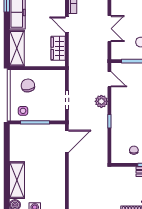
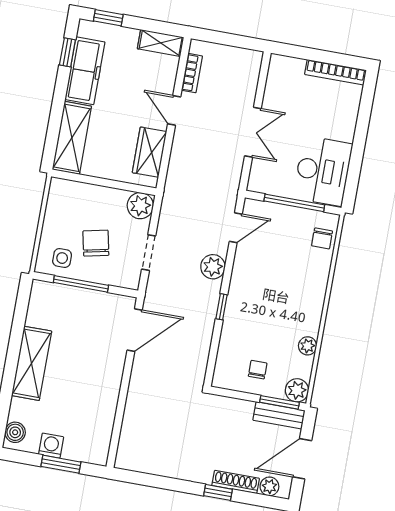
plant: (58, 77) -> (140, 206), added
door: (109, 79) -> (236, 228), hinge flipped
chair: (28, 85) -> (96, 243), moved
shelving: (17, 180) -> (32, 363), moved

